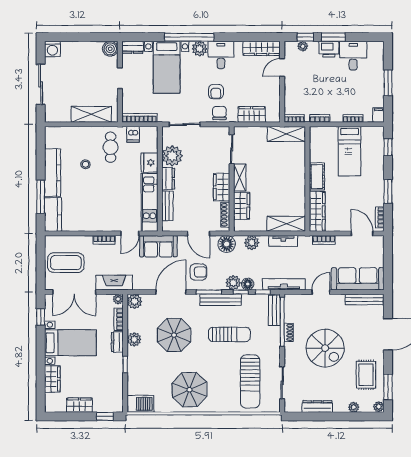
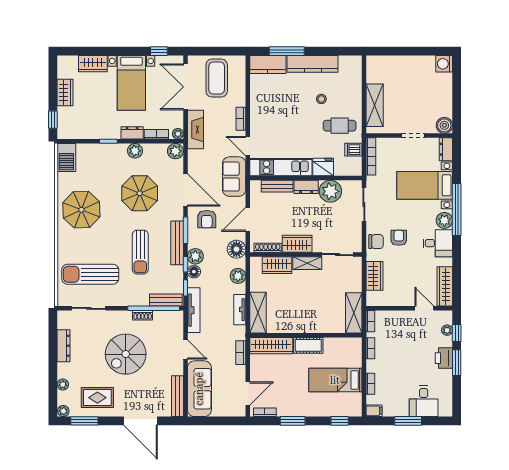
desk: (353, 56) -> (424, 401), moved, turned 90
sliding door: (41, 84) -> (406, 51), removed
armchair: (216, 92) -> (399, 238), turned 90

